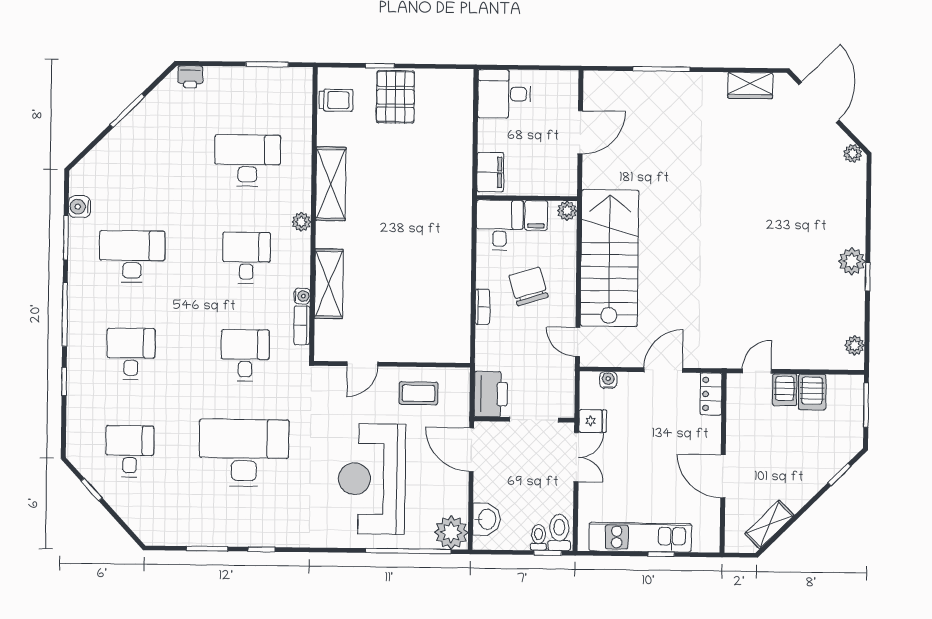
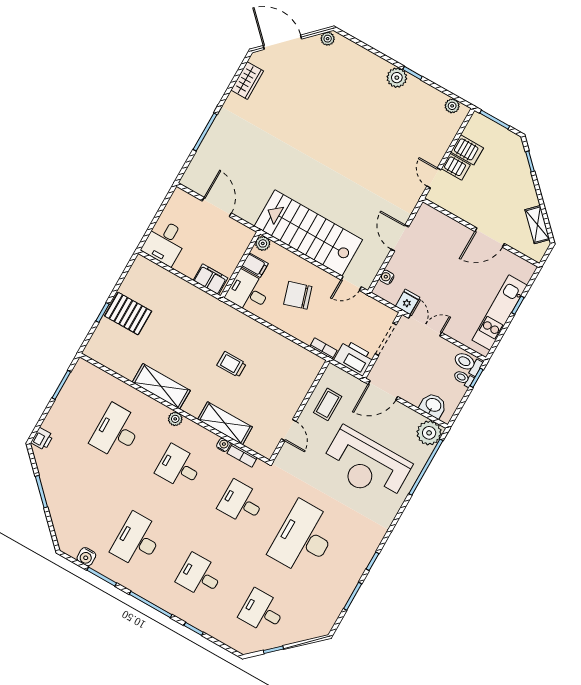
trolley: (336, 100) -> (232, 364), moved, turned -90
bookcase: (482, 307) -> (323, 349), moved
locker: (711, 394) -> (432, 216), removed

